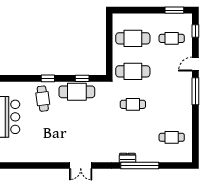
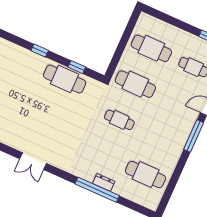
cafe table: (43, 99) -> (24, 70), removed
cafe table: (172, 137) -> (146, 175), width x1.37, depth x1.35
dresser: (127, 158) -> (104, 183), moved

